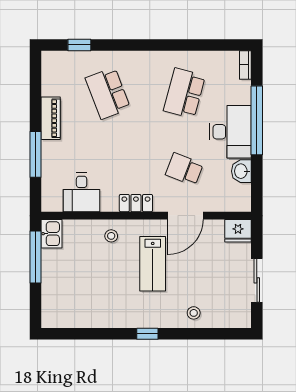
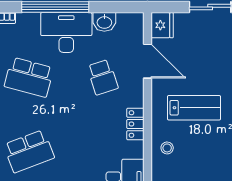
school desk: (184, 169) -> (103, 77), turned -39
door: (185, 216) -> (148, 61), moved

